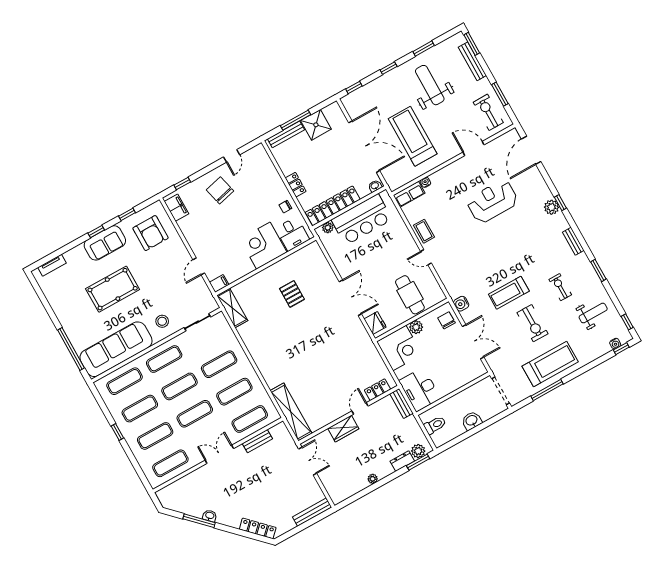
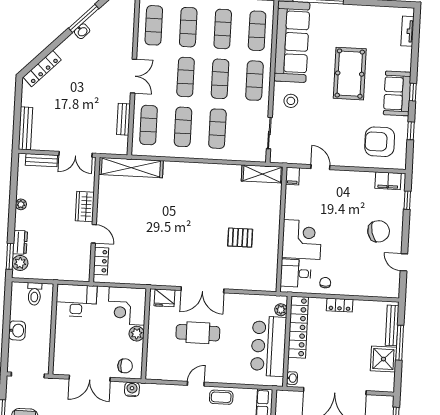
cafe table: (410, 295) -> (198, 333), moved
bench: (401, 404) -> (41, 160), moved

